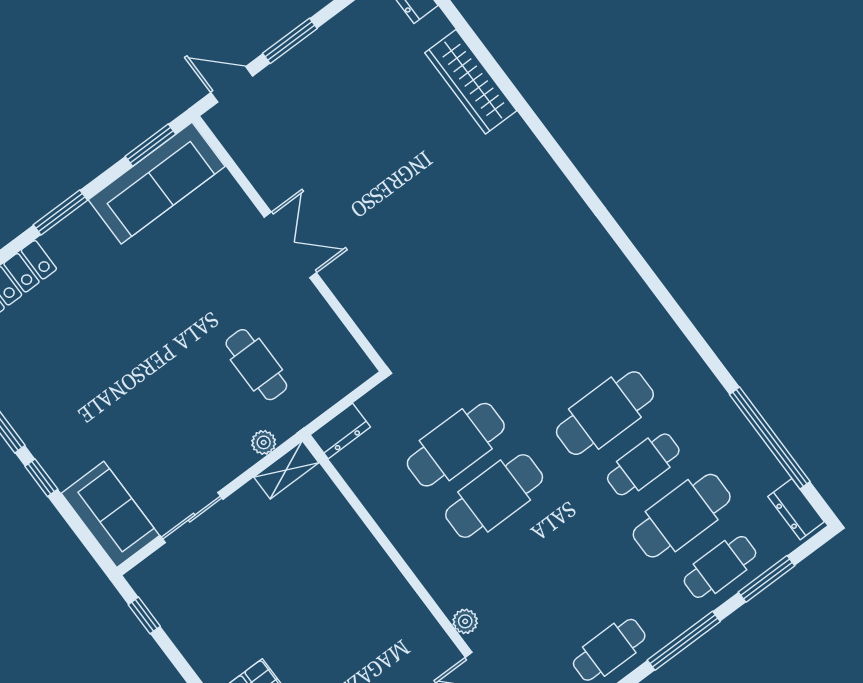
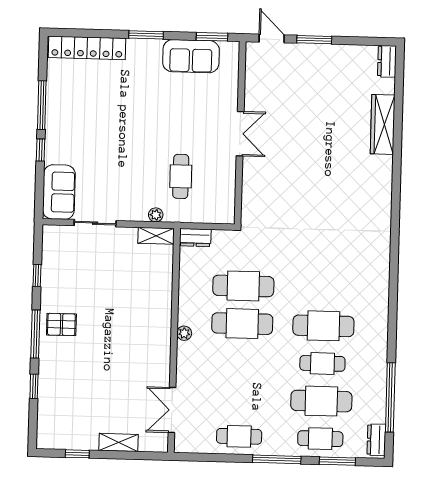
sofa: (157, 183) -> (191, 56), width x0.73
window: (144, 615) -> (37, 276), moved
plant: (465, 621) -> (184, 333), moved

